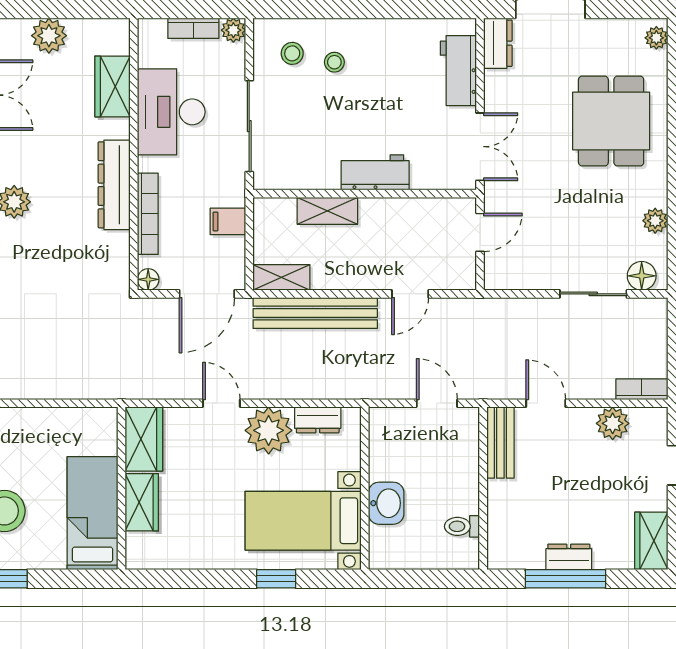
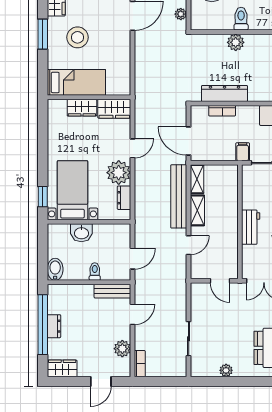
dresser: (114, 185) -> (225, 94), moved
shelving: (327, 211) -> (197, 210), moved
bookcase: (148, 214) -> (222, 111), width x0.64
filing cabinet: (228, 221) -> (243, 152), moved
floor lamp: (642, 276) -> (198, 363), removed
floor lamp: (148, 279) -> (196, 111), removed
door: (410, 294) -> (189, 245), swing flipped
toilet: (462, 526) -> (95, 272), moved
bidet: (458, 555) -> (55, 269), added
window: (276, 579) -> (43, 197), moved
window: (566, 579) -> (43, 325), width x1.46

